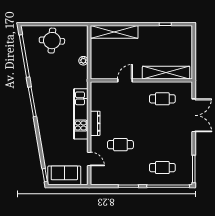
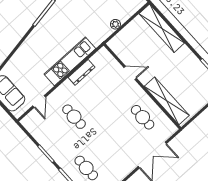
dresser: (95, 123) -> (82, 72), moved

